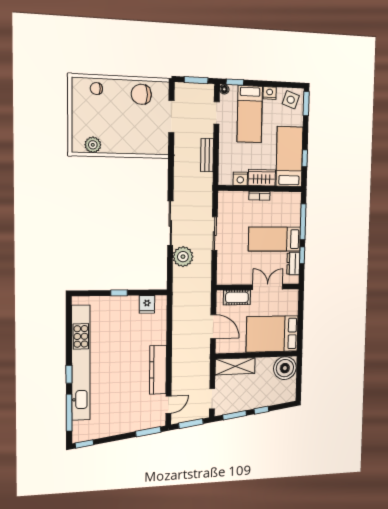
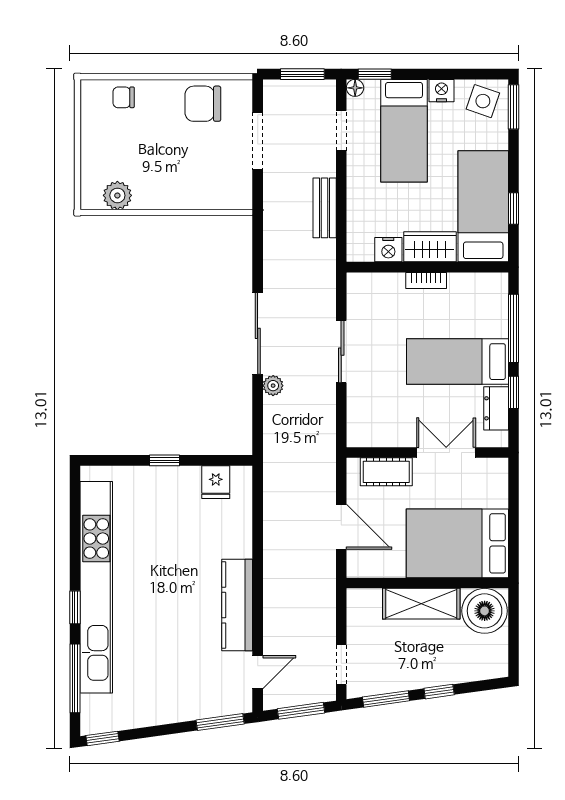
plant: (183, 257) -> (273, 386), width x0.53, depth x0.53
shelving: (235, 366) -> (421, 604), moved

